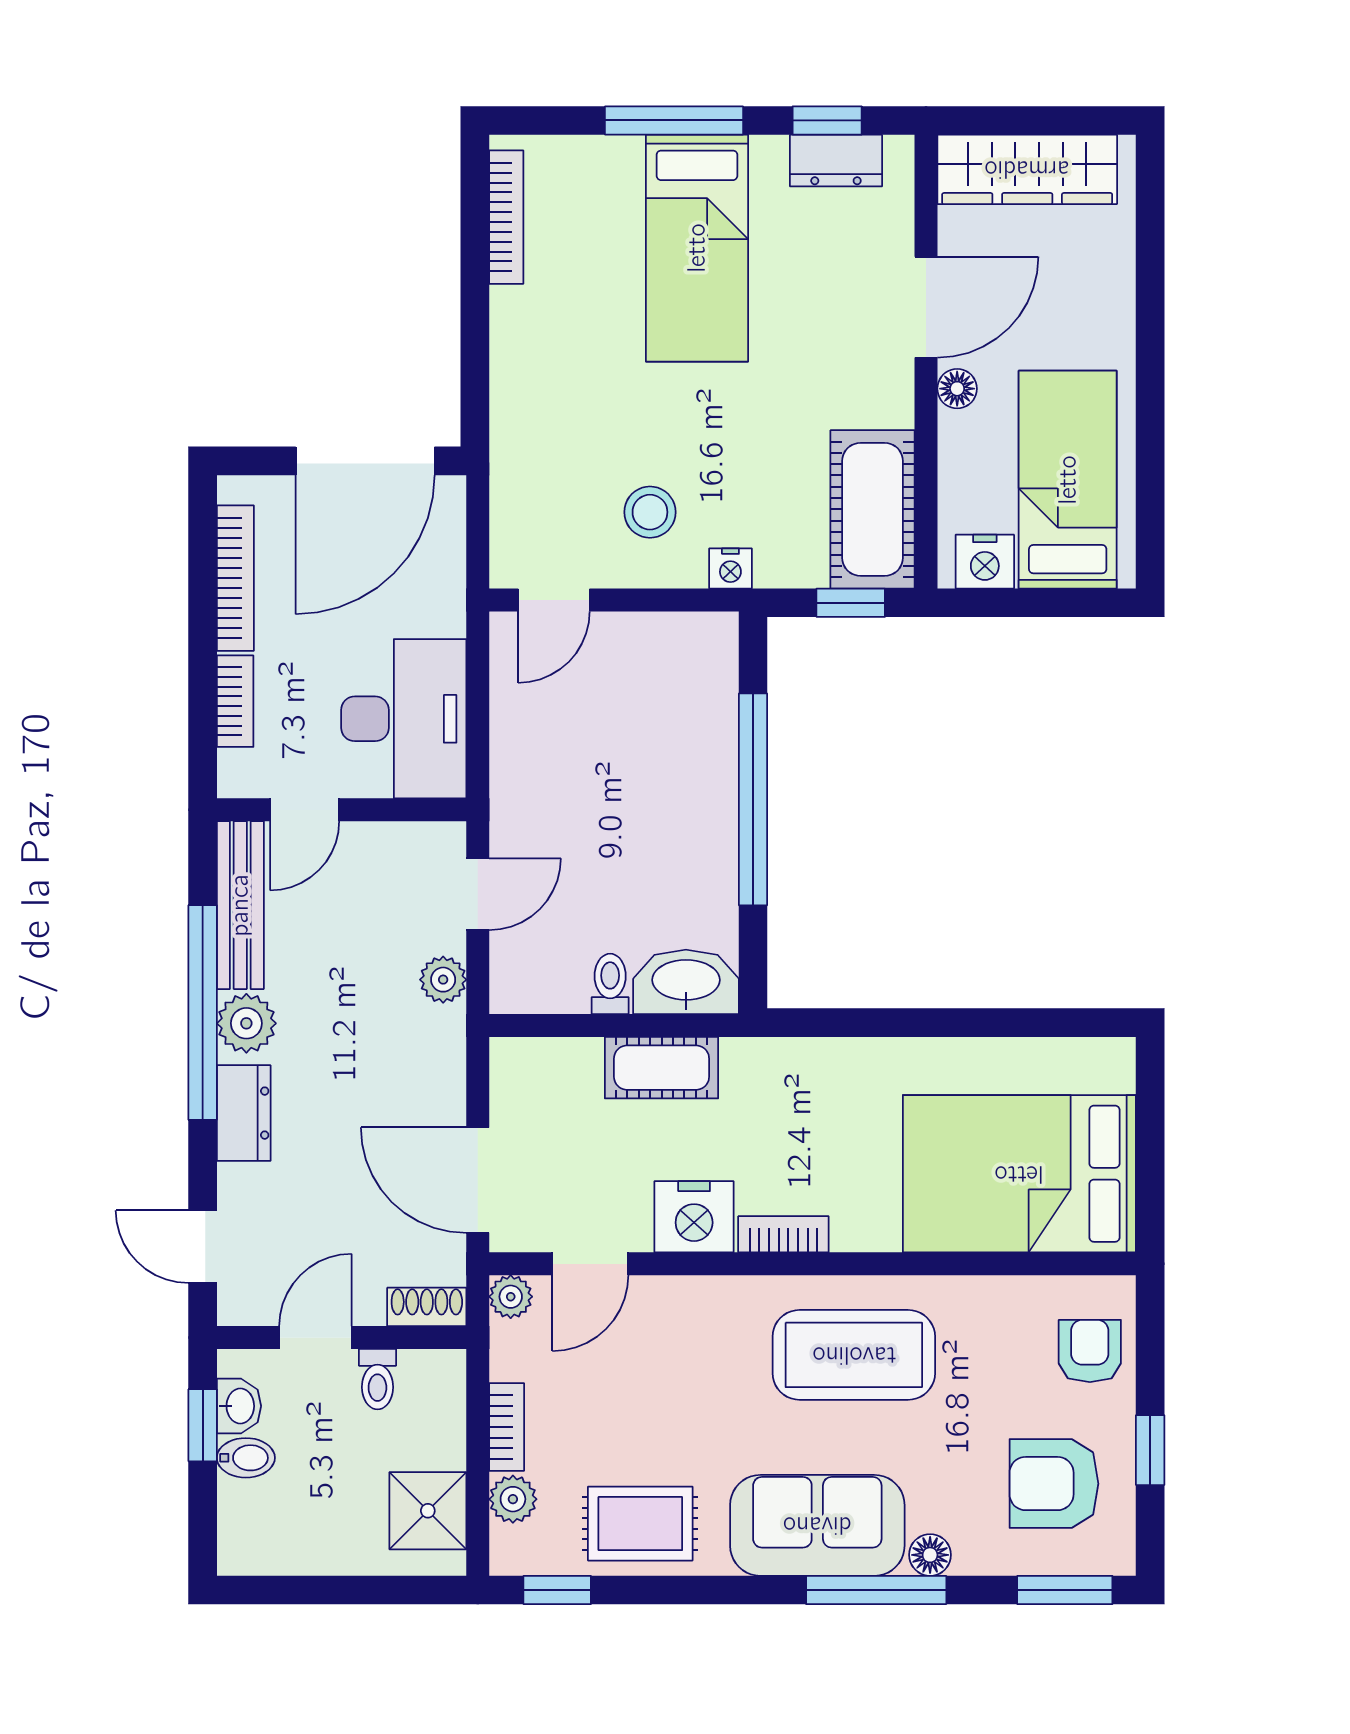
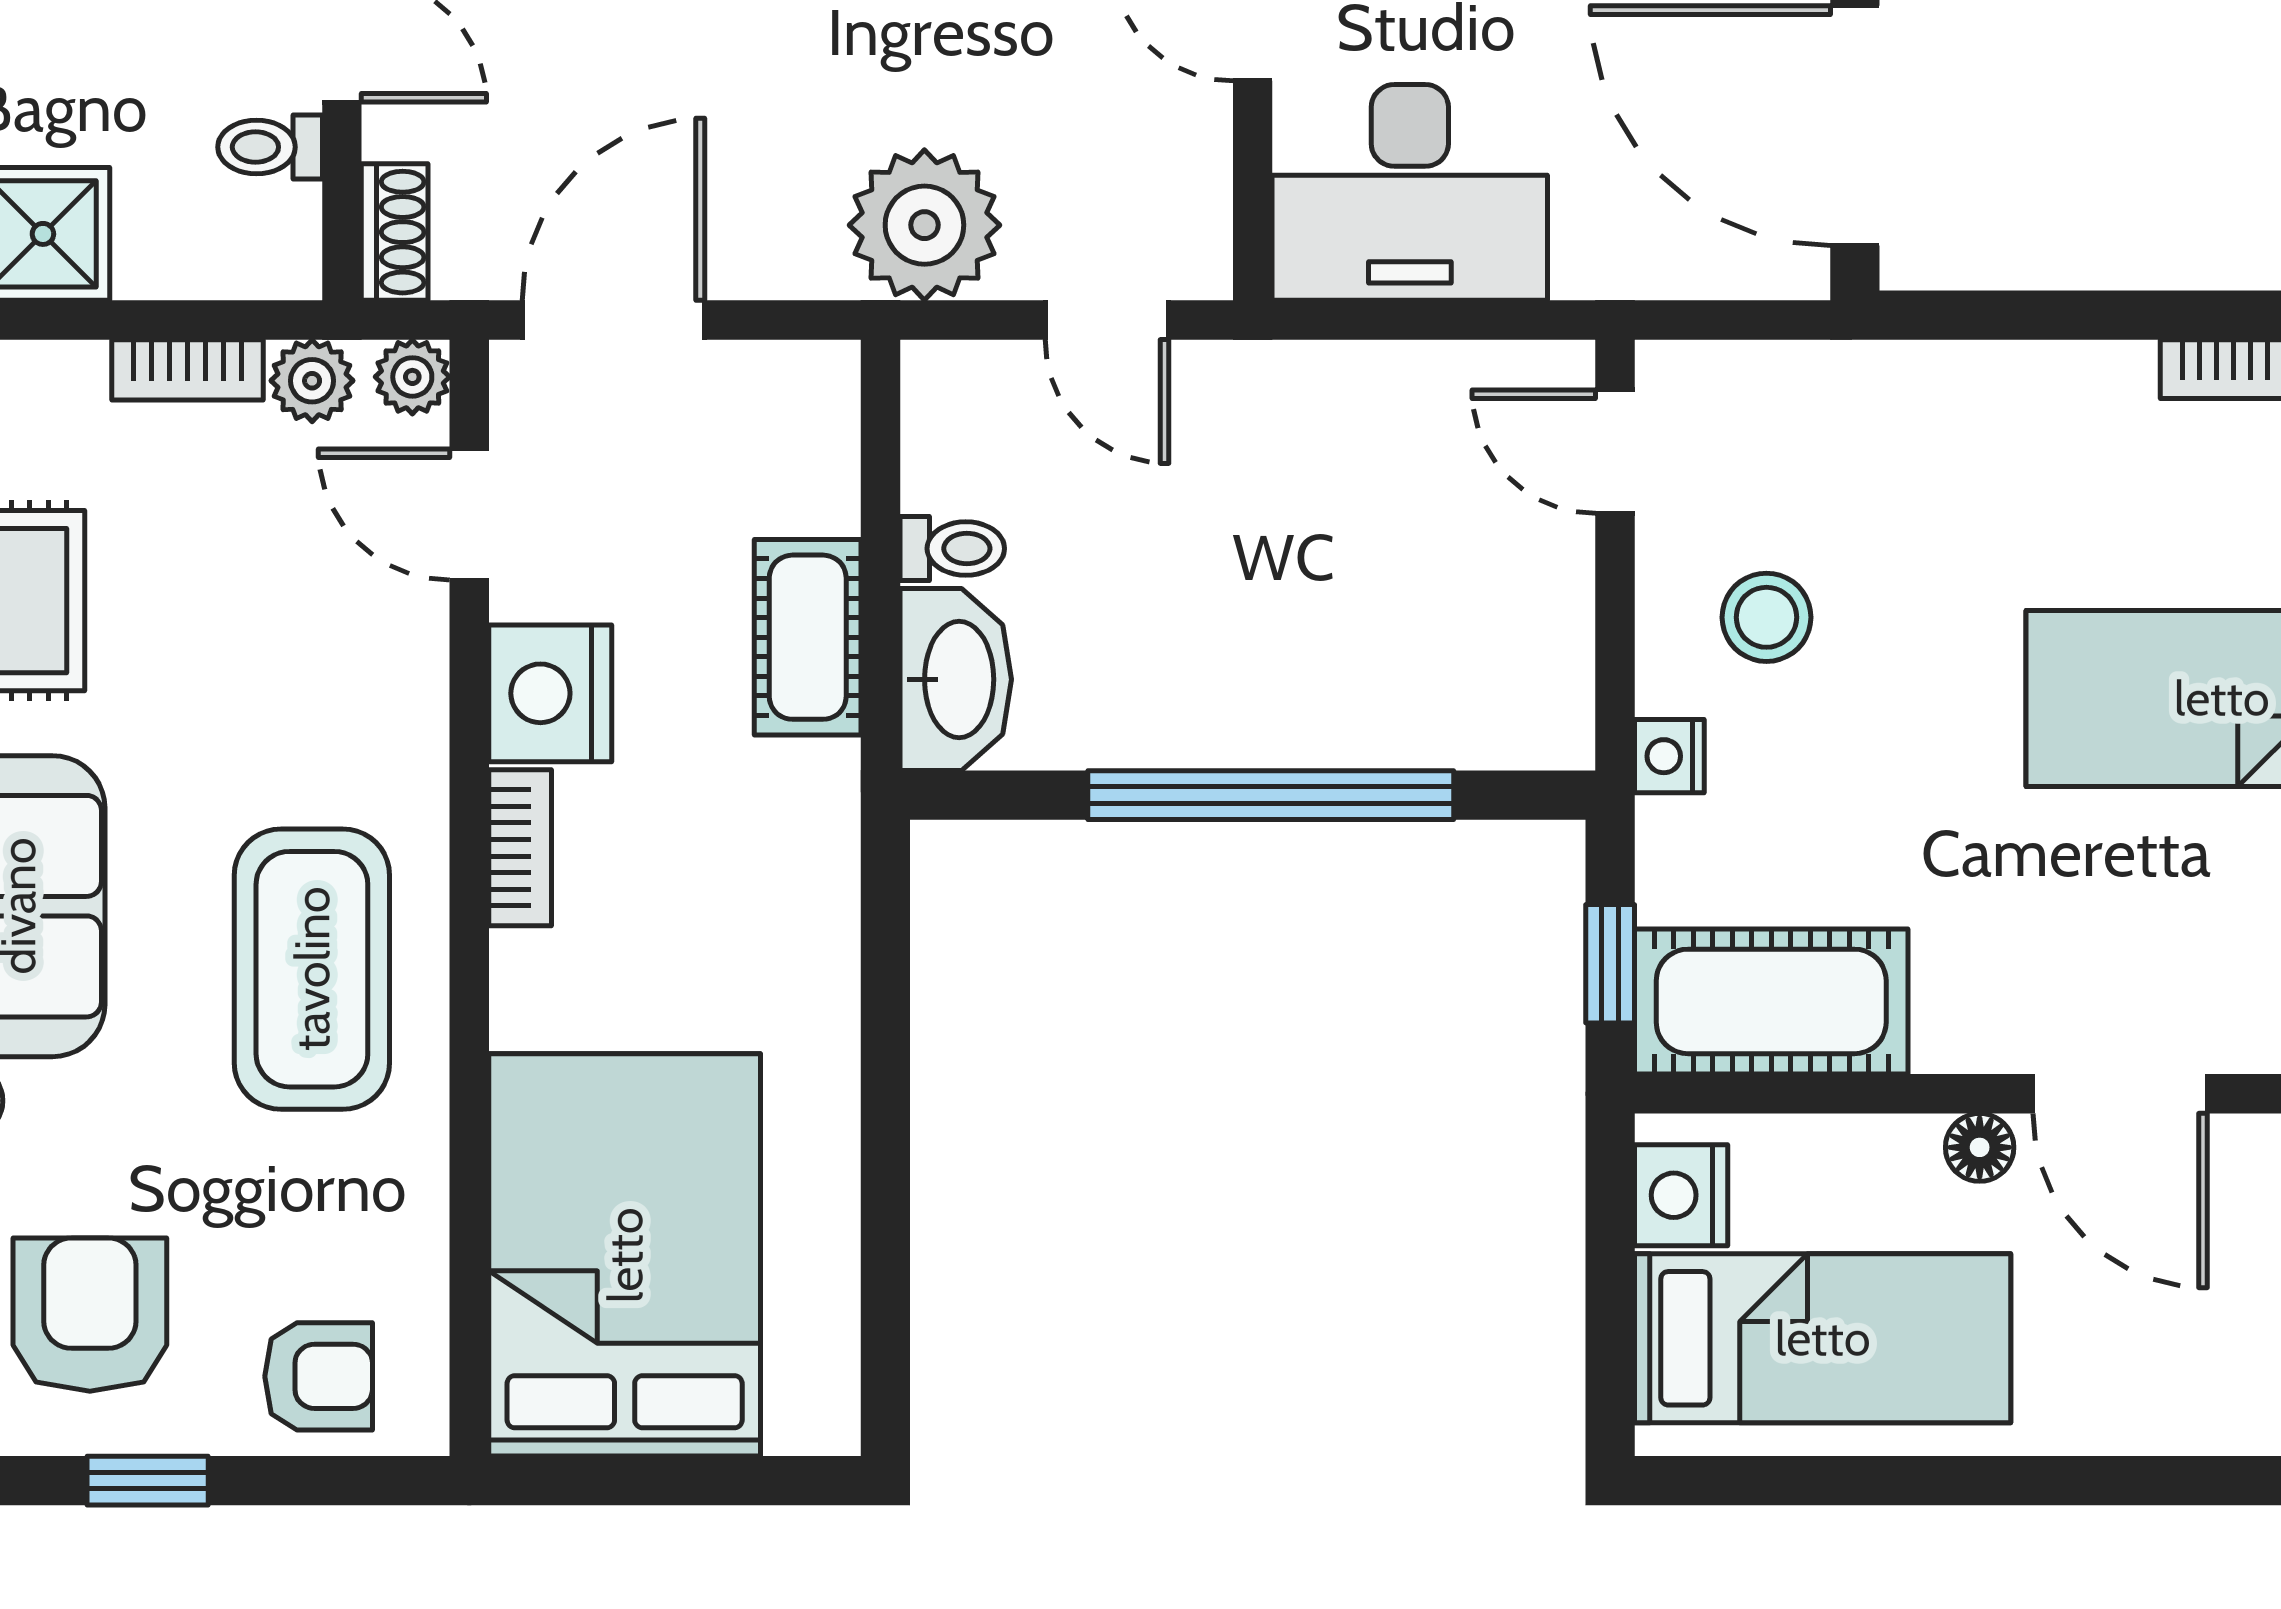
plant: (443, 980) -> (924, 225), width x1.87, depth x1.87
plant: (513, 1499) -> (312, 381), moved

